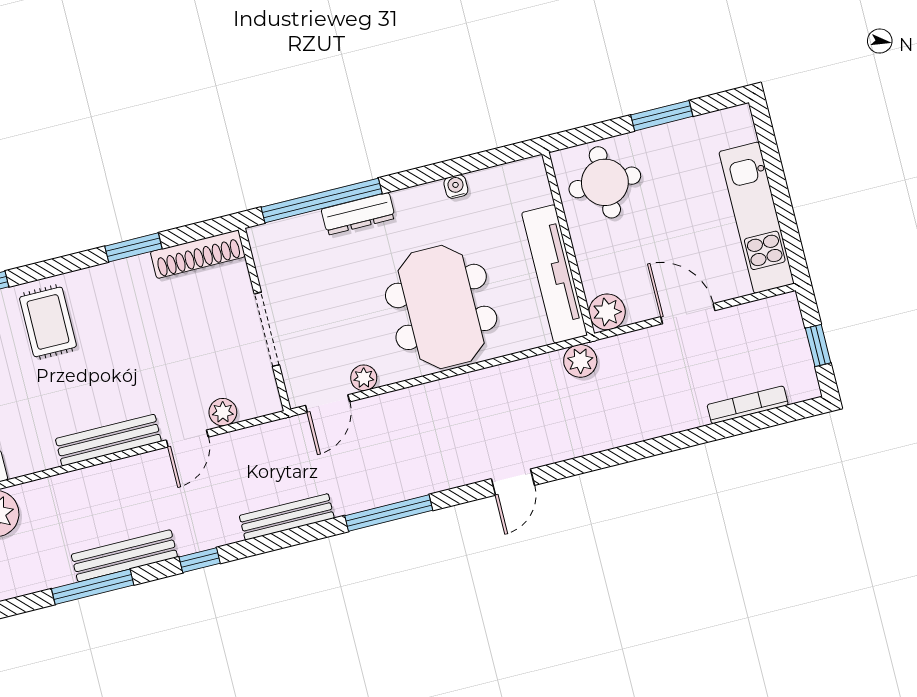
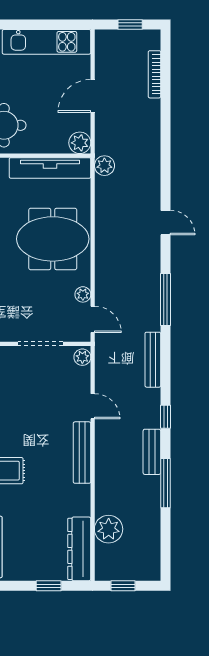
plant: (223, 412) -> (82, 357), moved
bench: (124, 556) -> (152, 452), width x0.73

